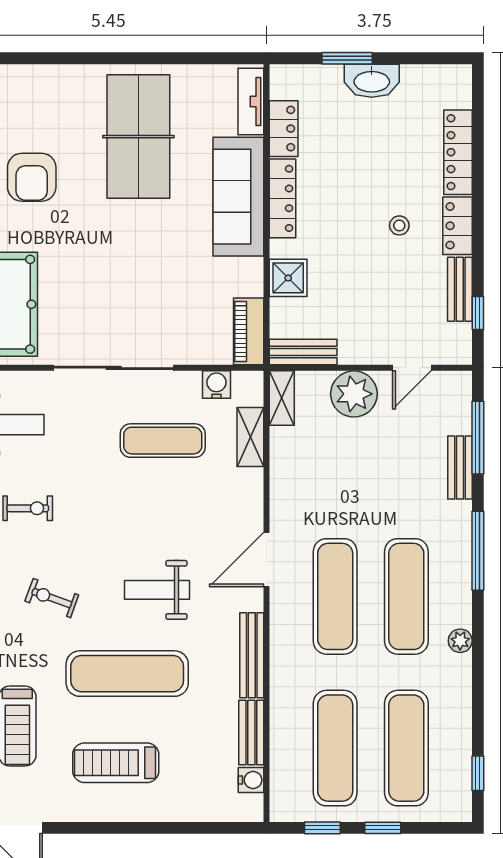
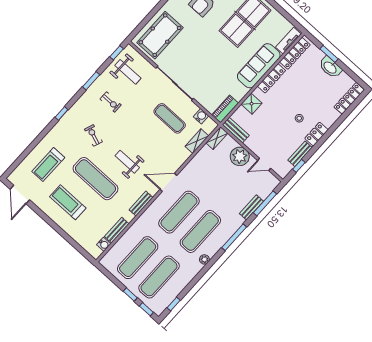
locker: (284, 129) -> (295, 53), width x1.53
locker: (458, 152) -> (349, 98), moved
bench: (252, 655) -> (141, 204), width x0.73
window: (322, 828) -> (146, 309), moved

